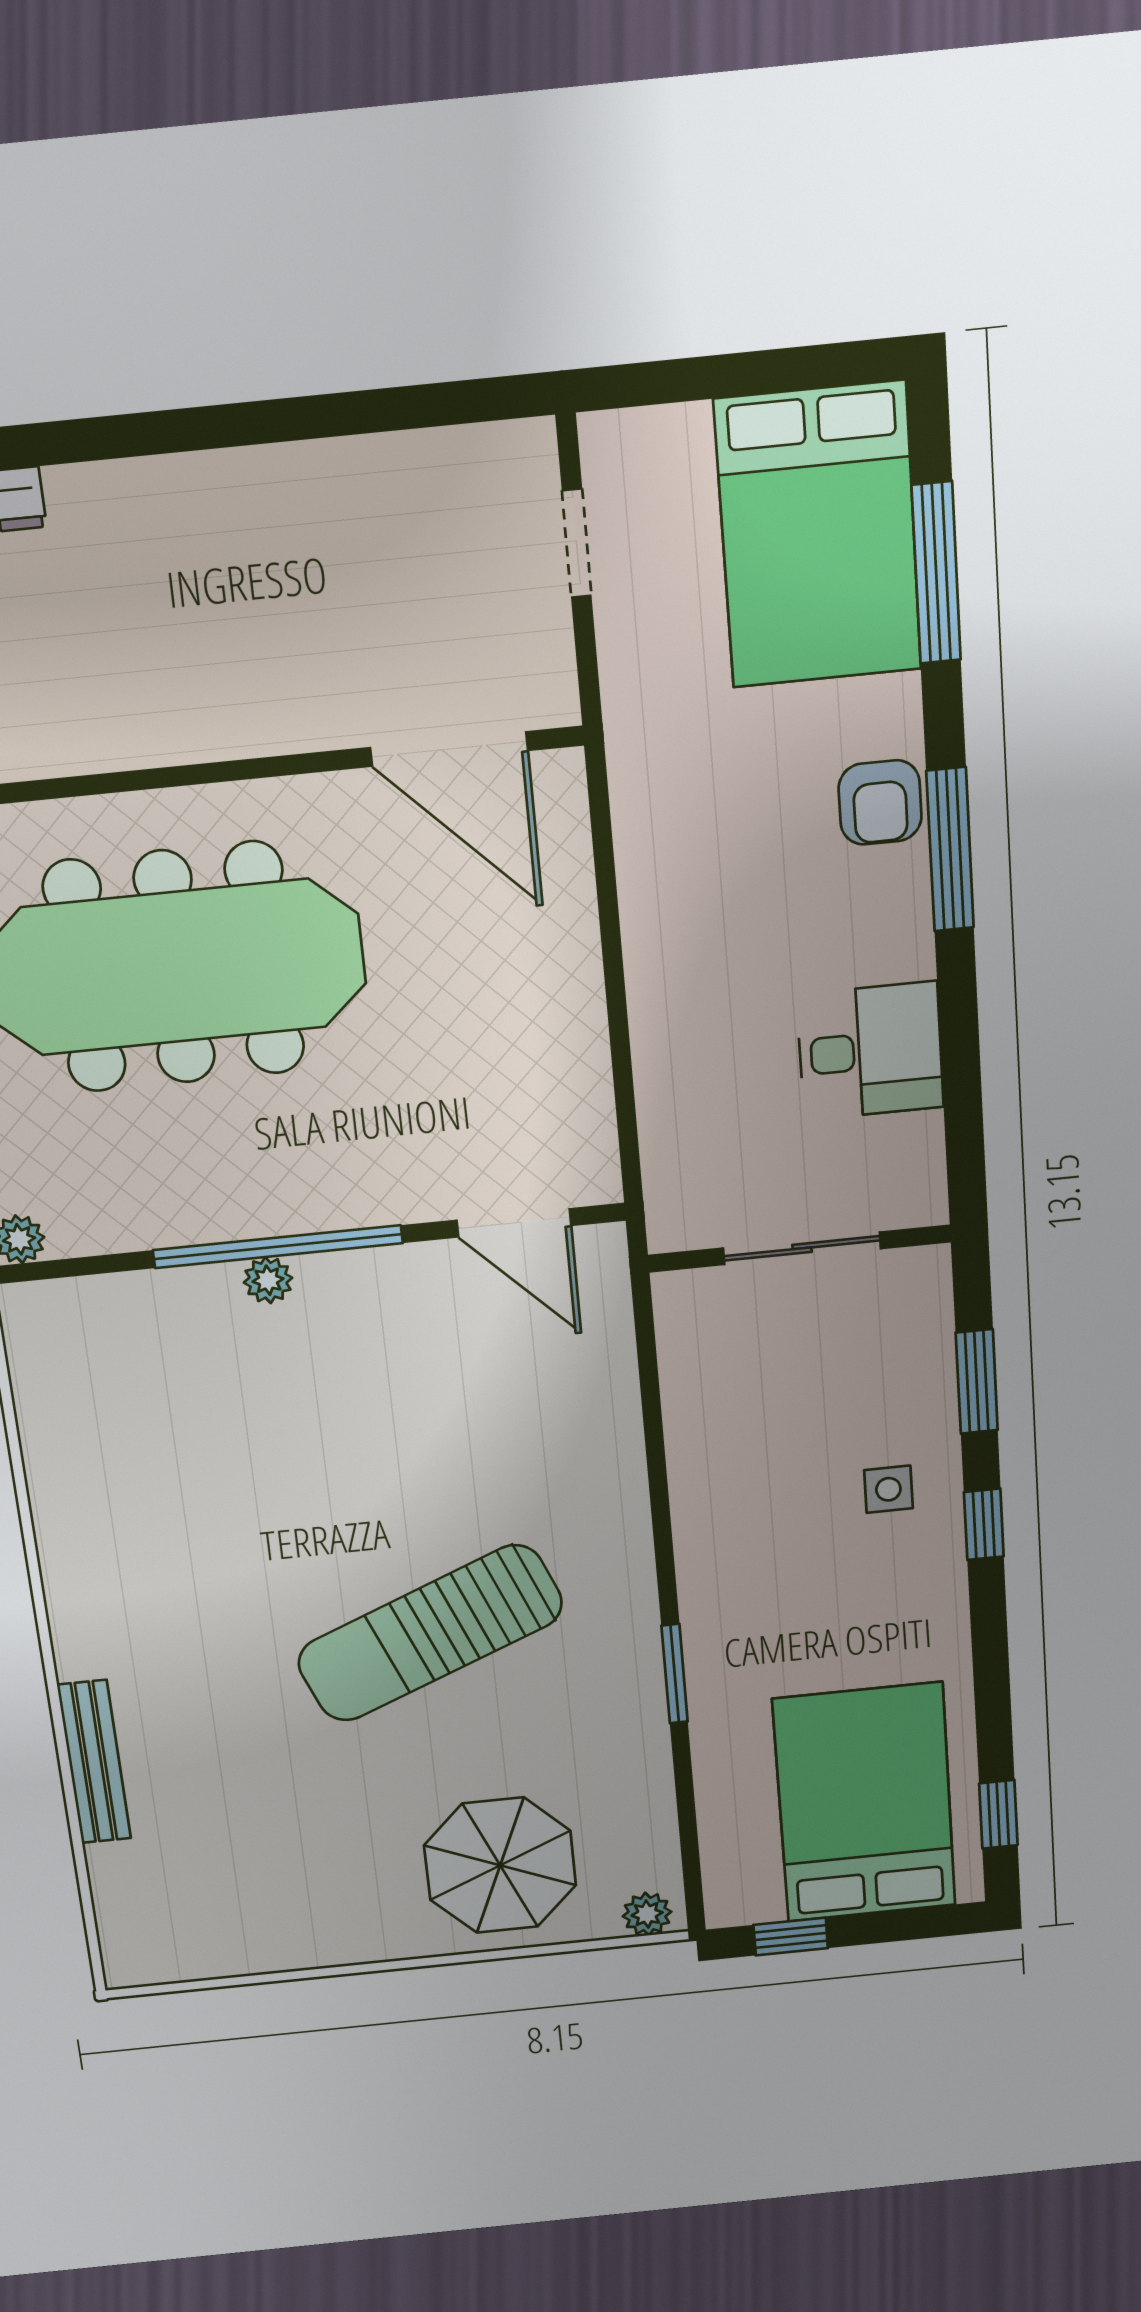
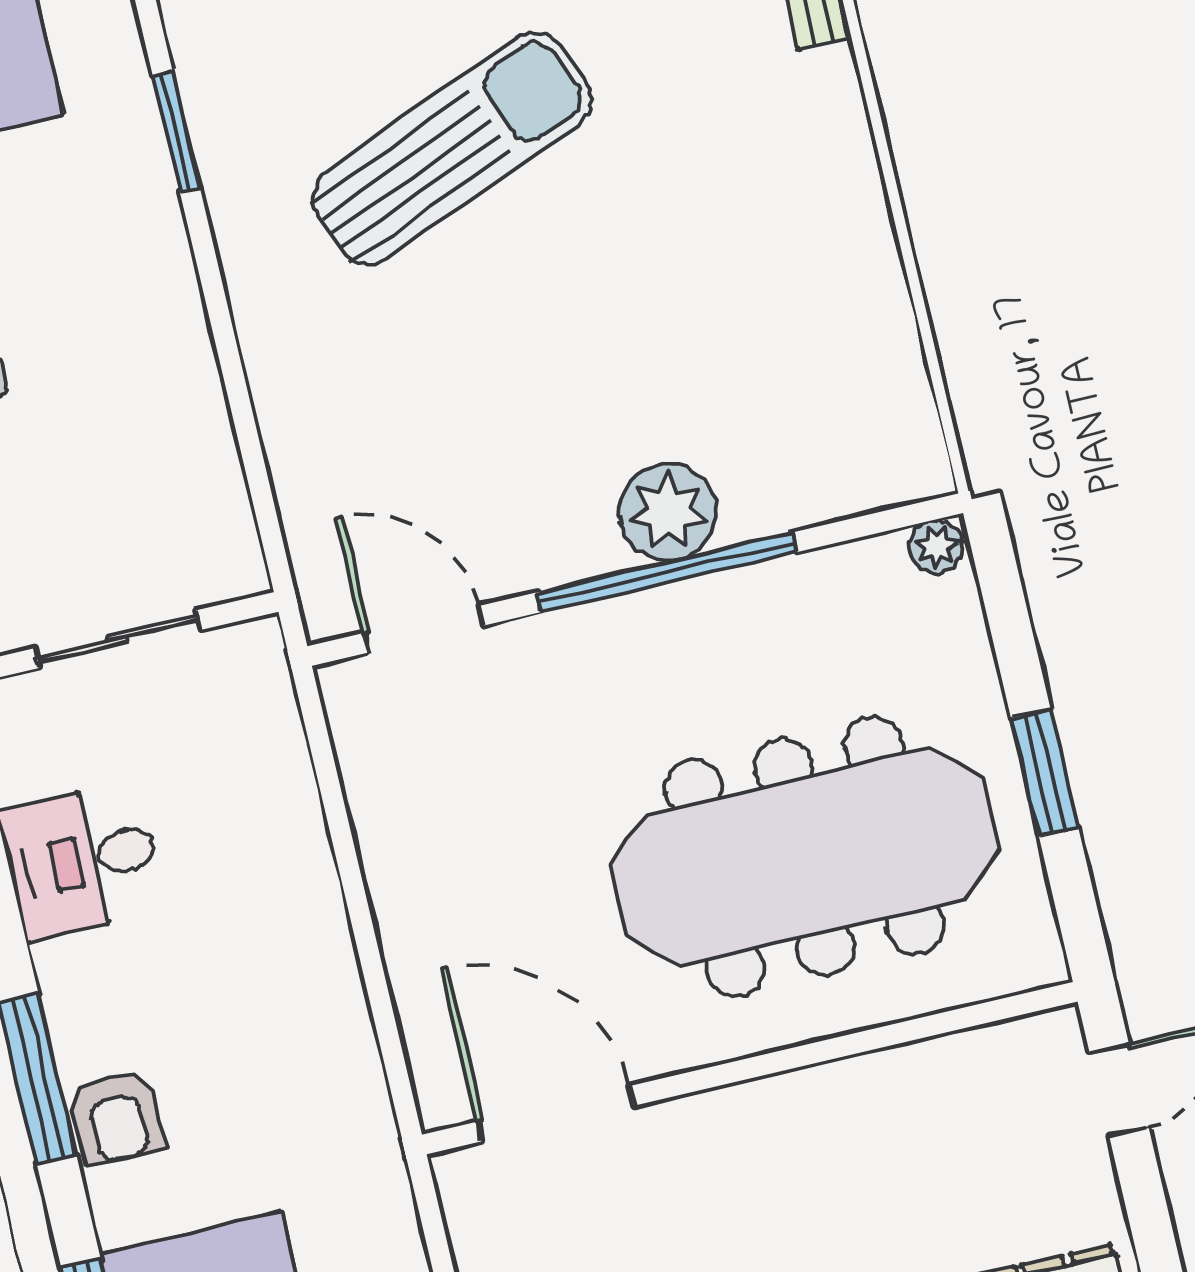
armchair: (880, 802) -> (117, 1117), turned 180
plant: (268, 1280) -> (668, 512), width x1.87, depth x1.87

